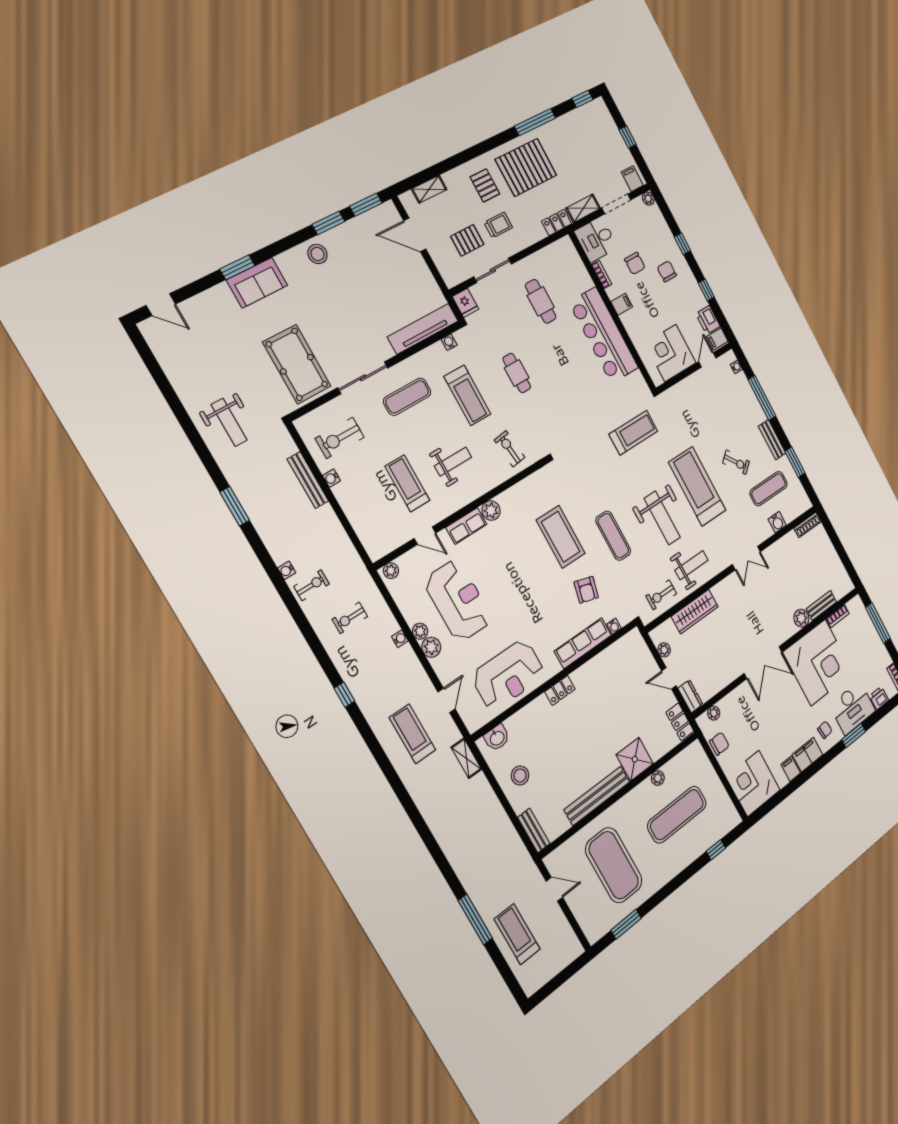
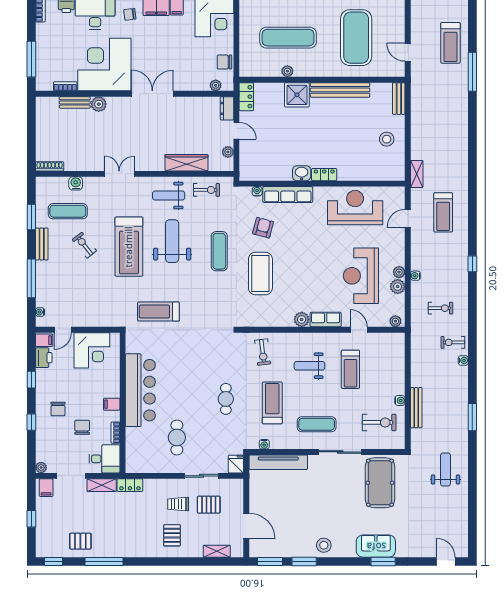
pallet: (526, 167) -> (80, 541), moved, width x0.49, depth x0.50
plant: (431, 647) -> (398, 287), moved
washbasin: (497, 738) -> (302, 173), moved

